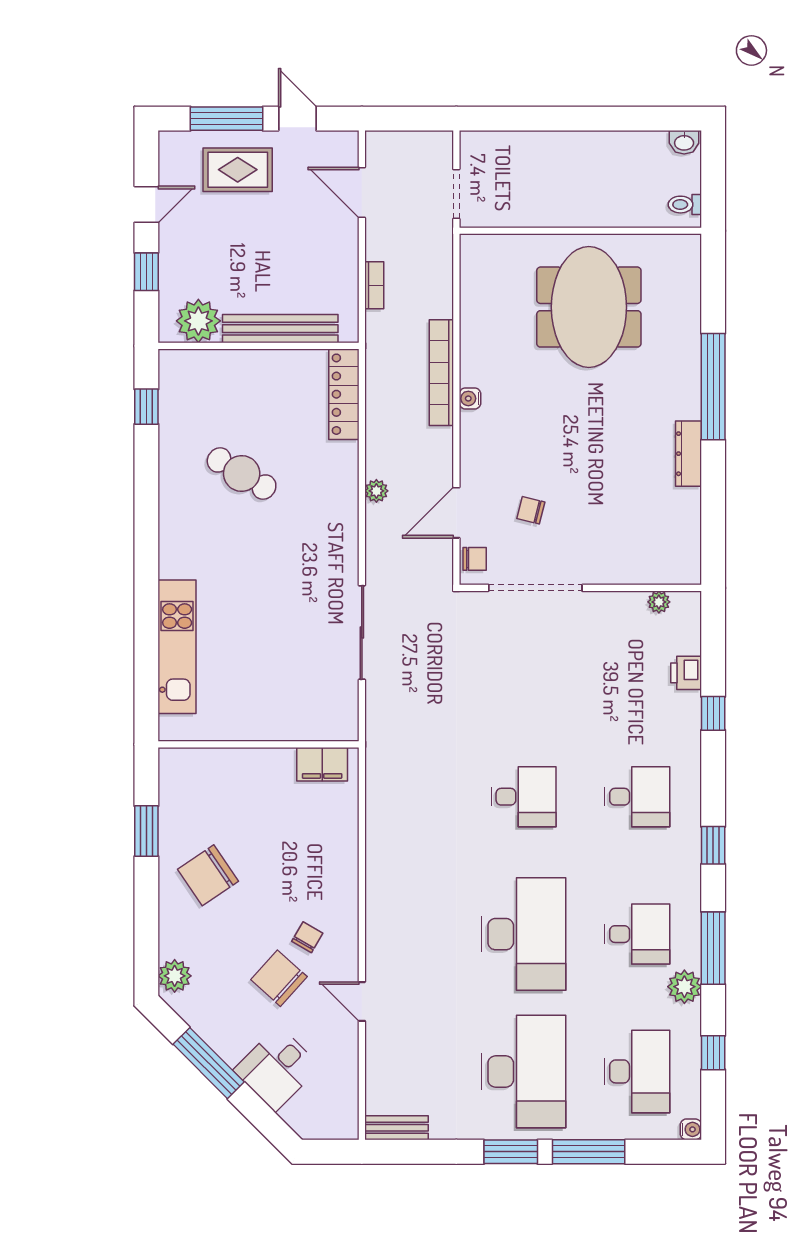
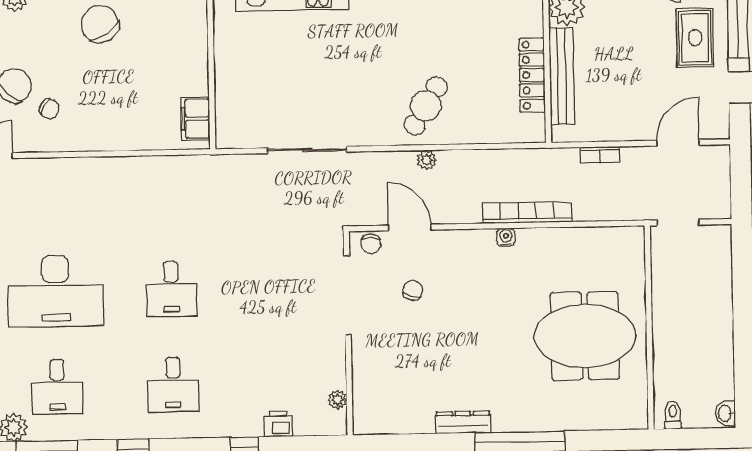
locker: (344, 394) -> (532, 75), moved, turned -90
cafe table: (242, 473) -> (426, 106), moved

